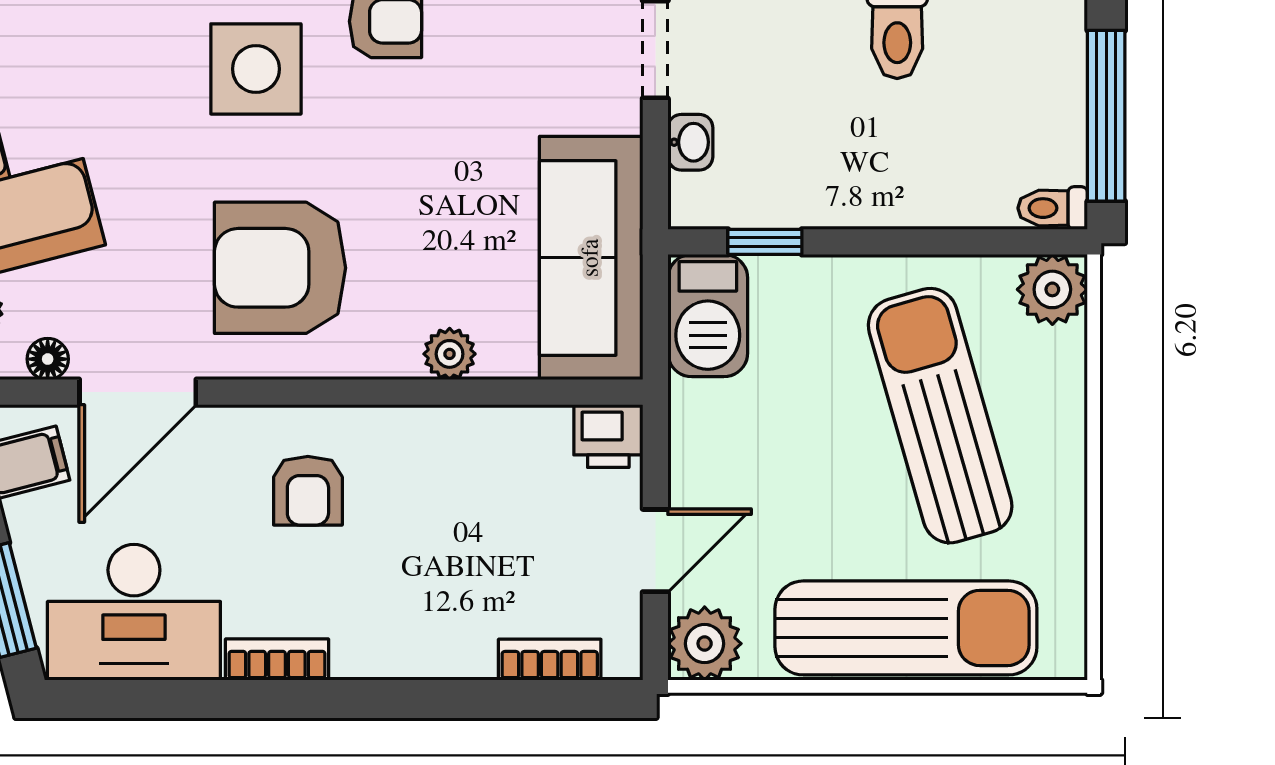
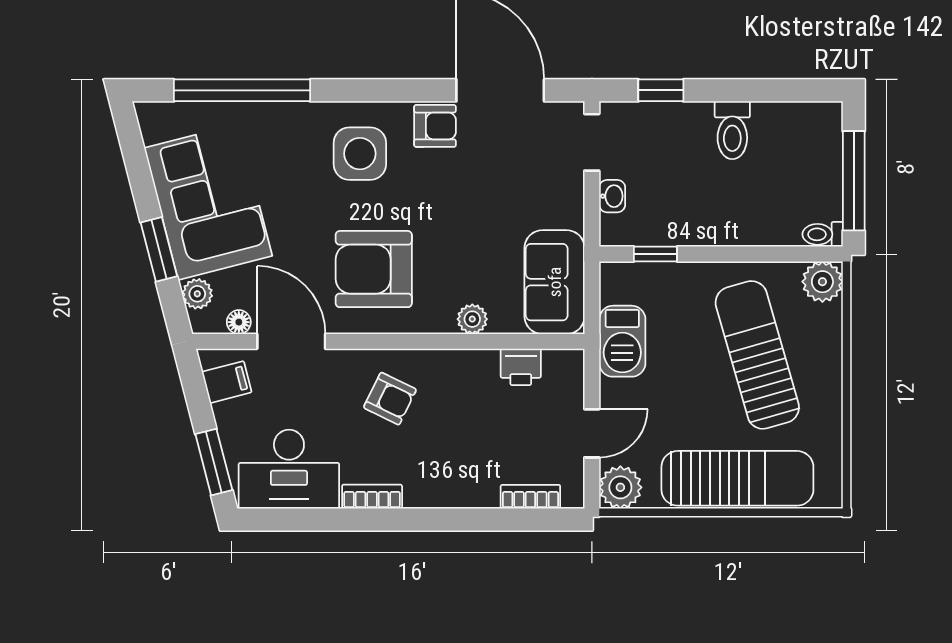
sofa: (591, 258) -> (555, 282), width x0.73
barbecue: (708, 316) -> (622, 341), moved
door: (138, 392) -> (291, 341), swing flipped
printer: (608, 436) -> (521, 367), moved
armchair: (308, 491) -> (390, 399), turned -64

